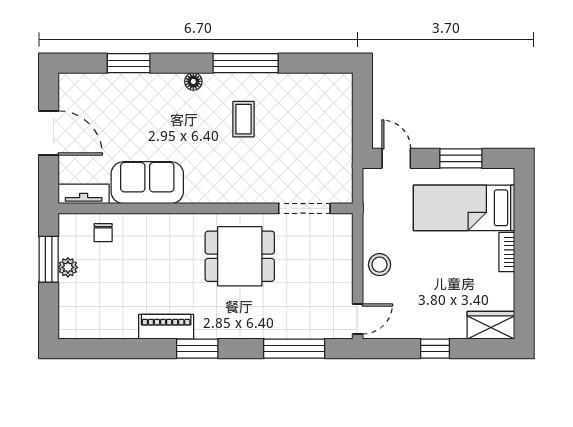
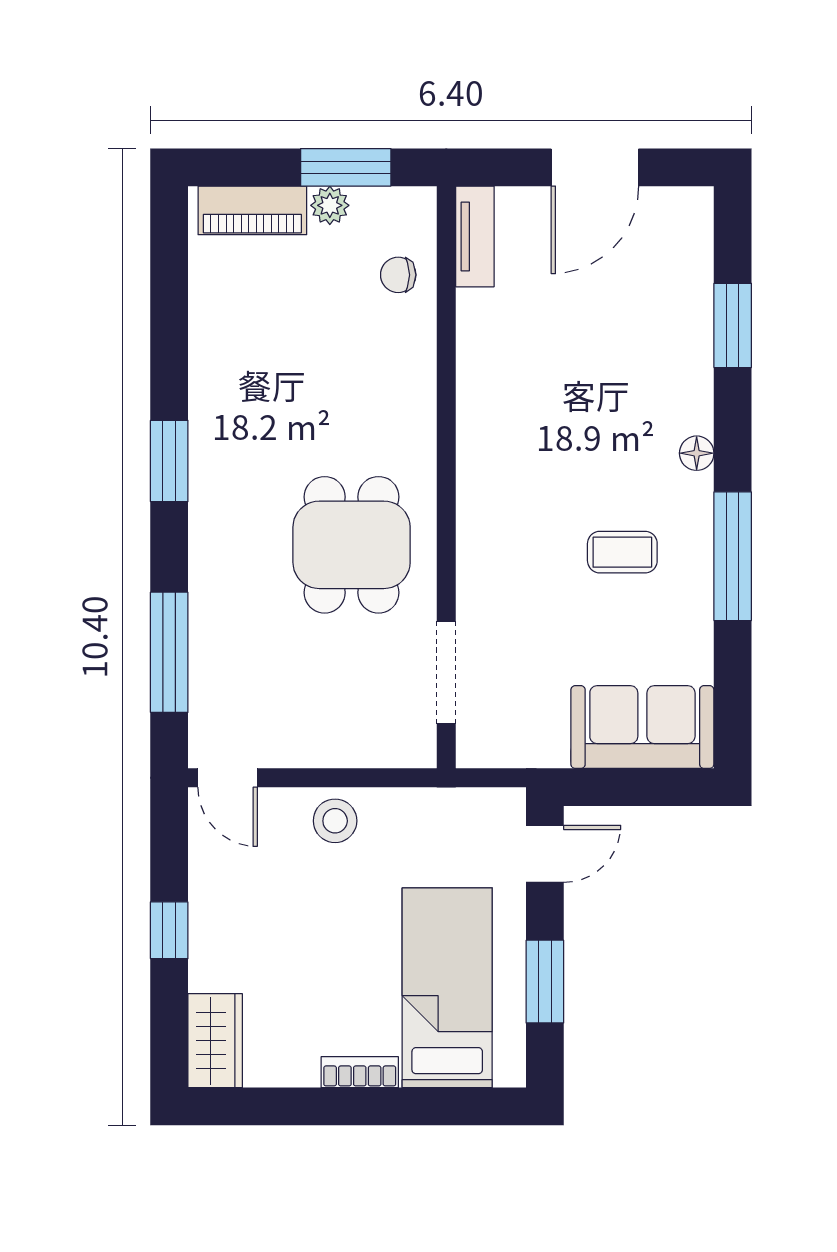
sofa: (147, 183) -> (642, 727), moved, turned -90
piano: (166, 327) -> (252, 210), moved, turned 90

